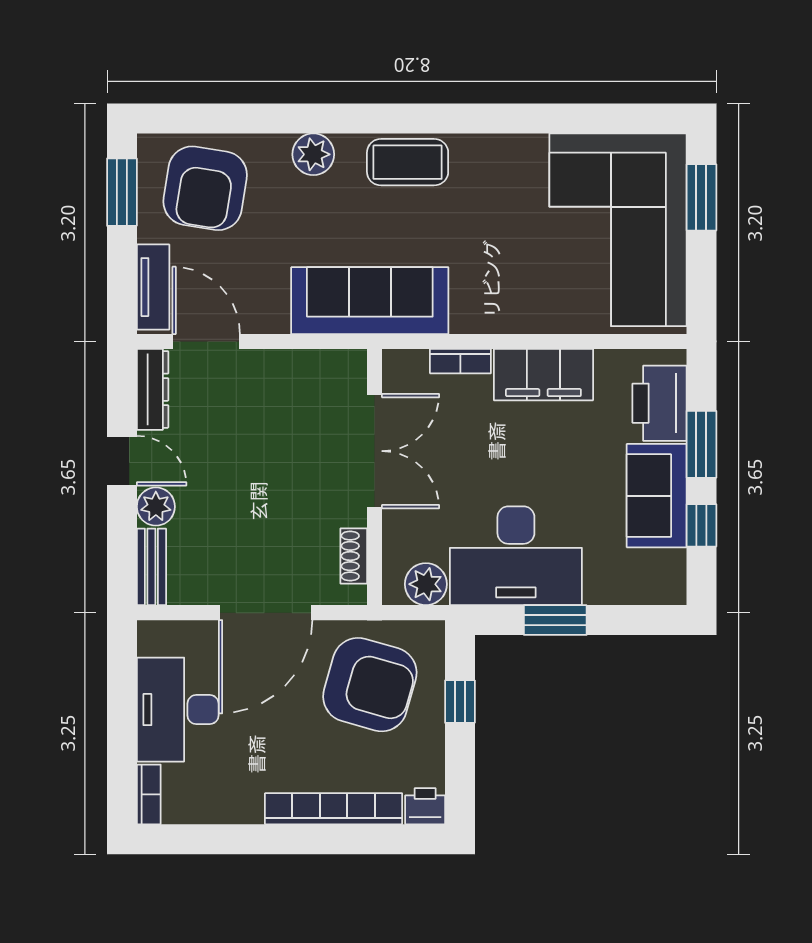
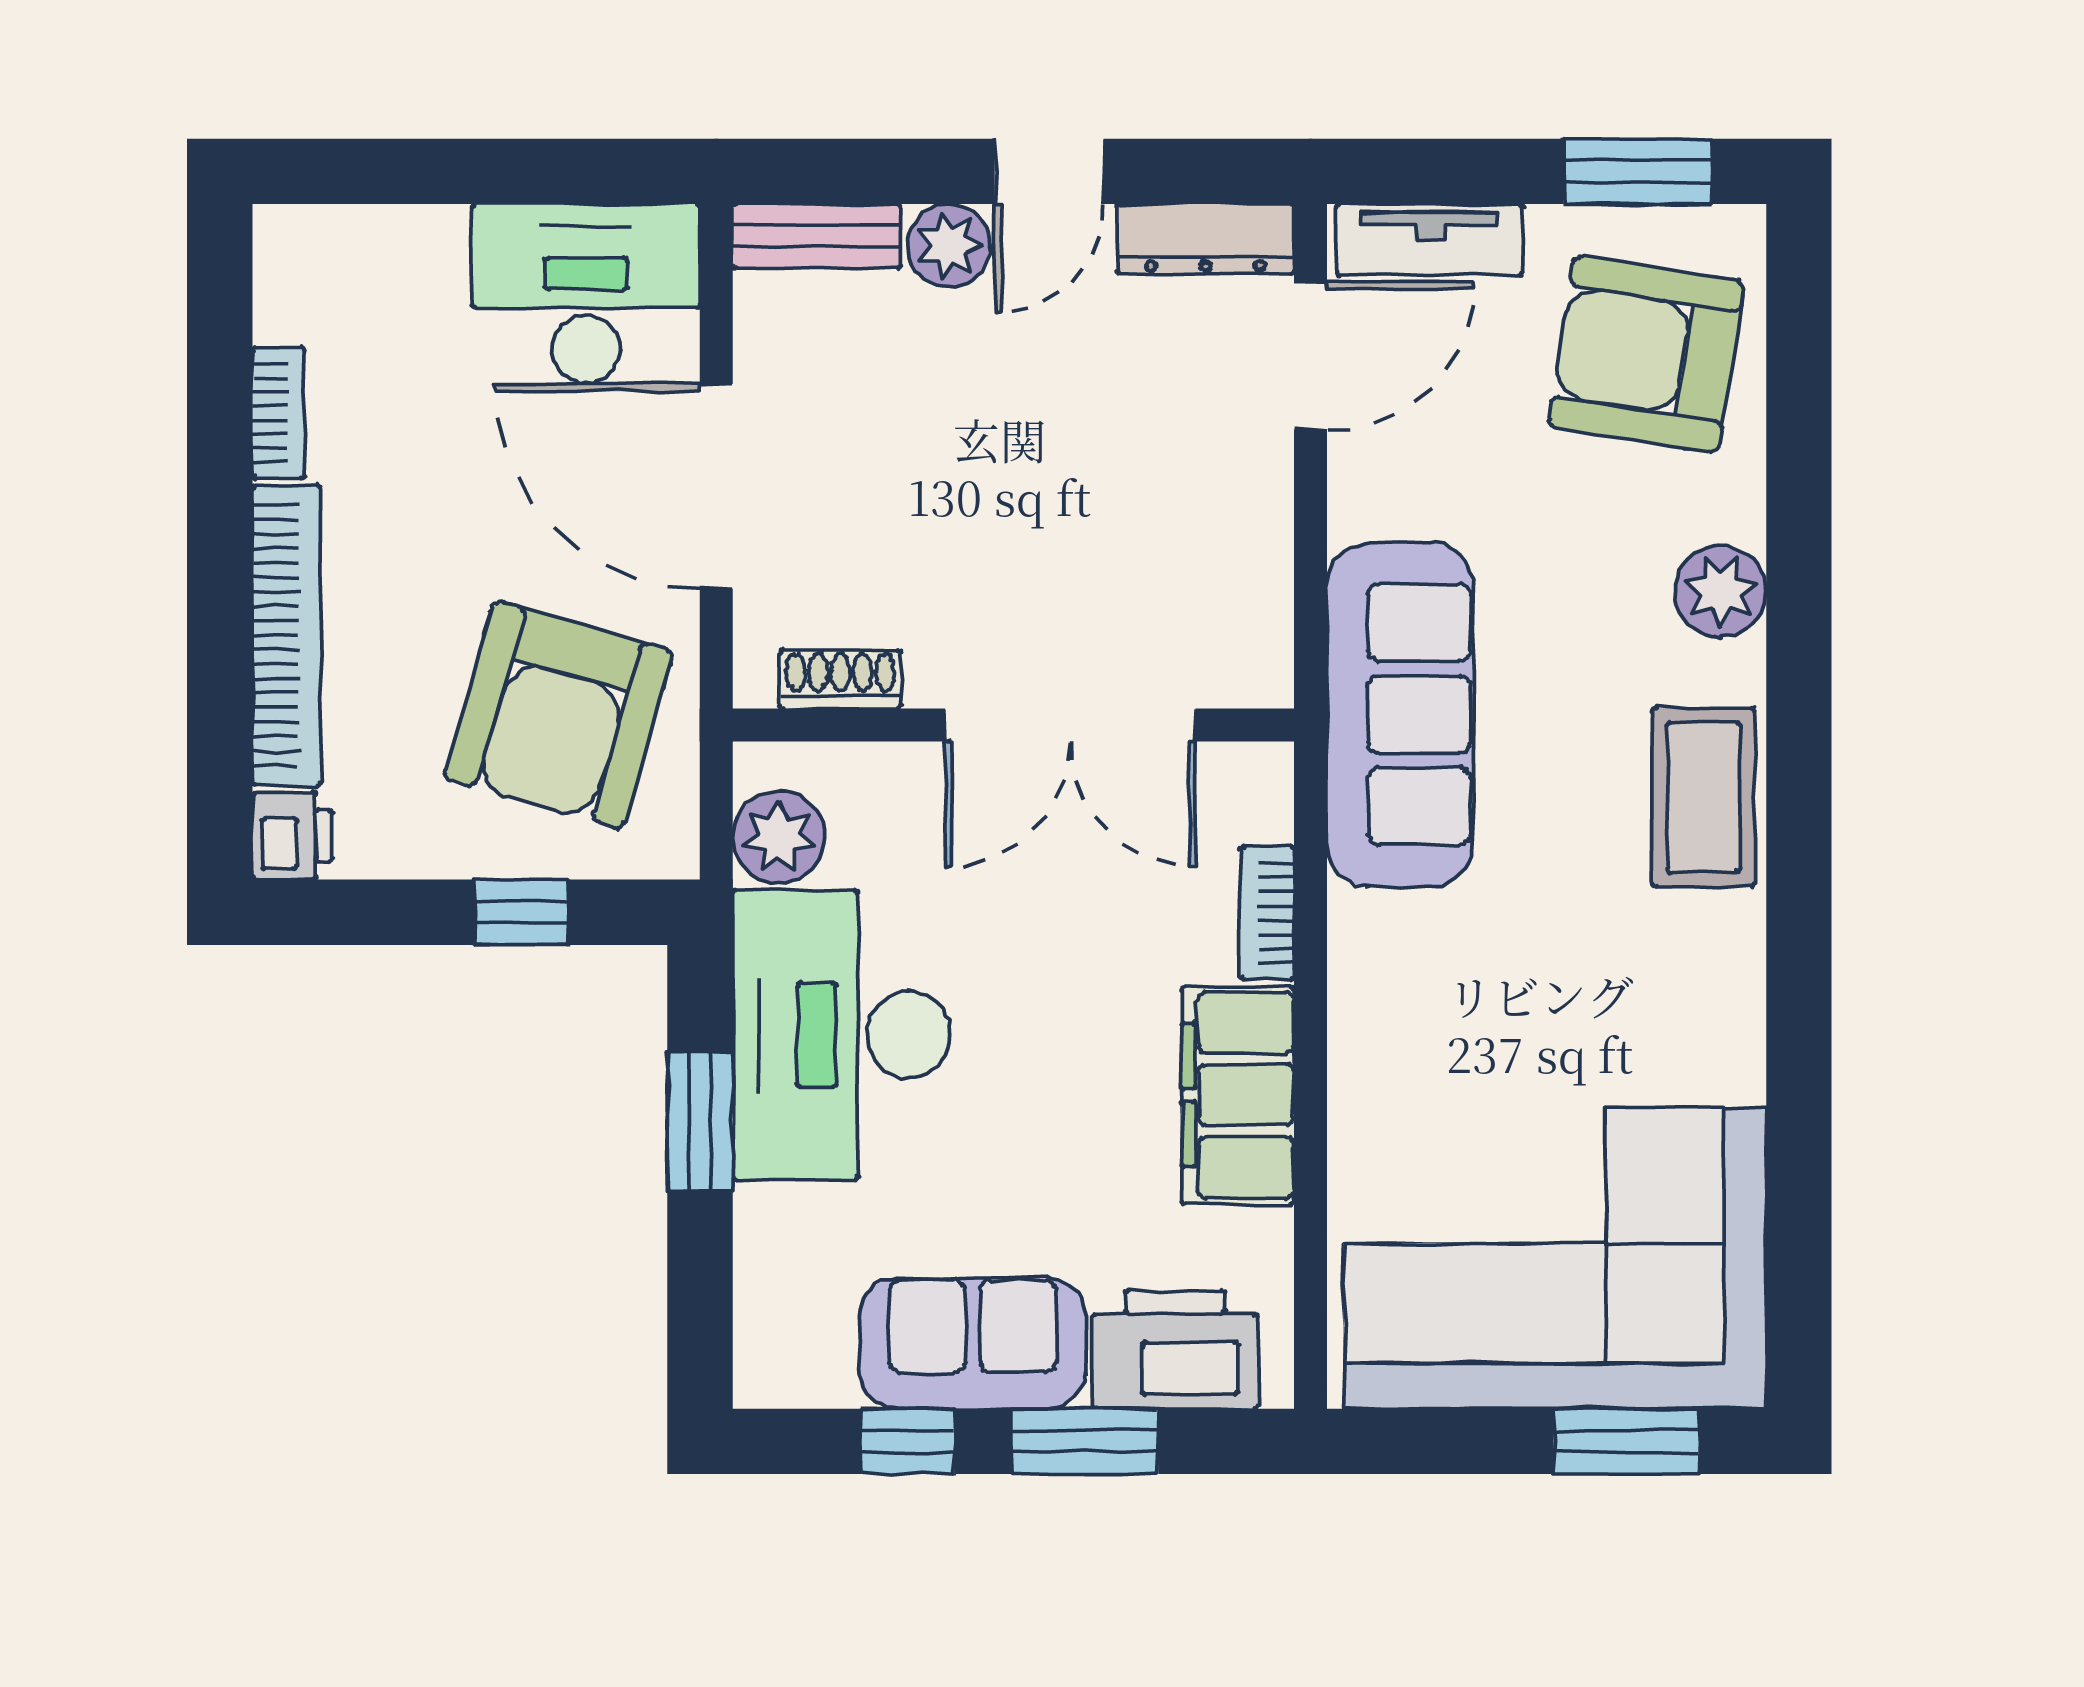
desk: (178, 710) -> (586, 294), moved
bookcase: (149, 794) -> (278, 413), moved, turned -90

